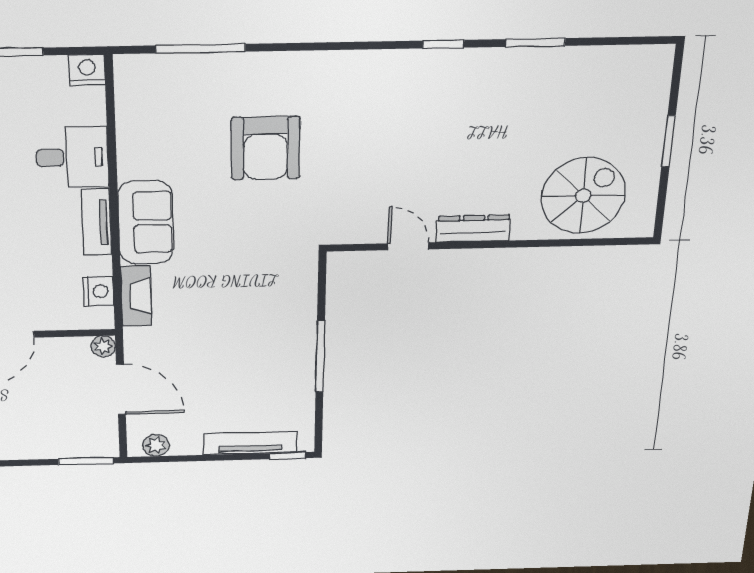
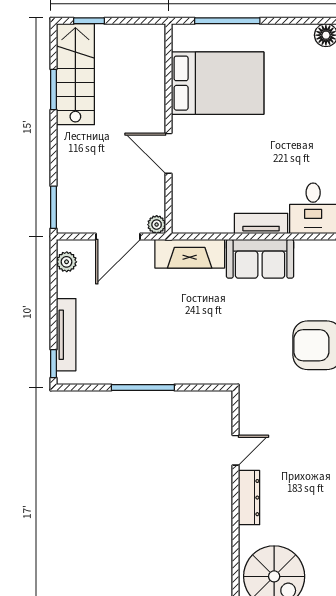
nightstand: (98, 291) -> (204, 223), removed
fireplace: (136, 296) -> (190, 254), width x1.37, depth x1.32

